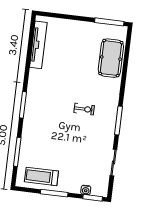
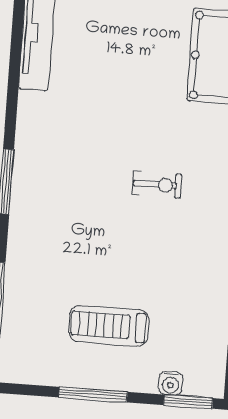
treadmill: (41, 176) -> (109, 326), moved

